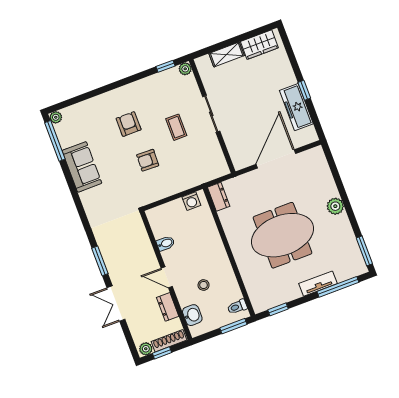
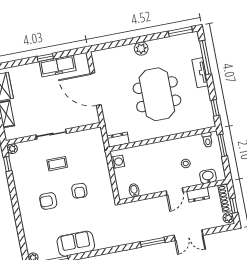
bidet: (166, 243) -> (134, 190), moved

